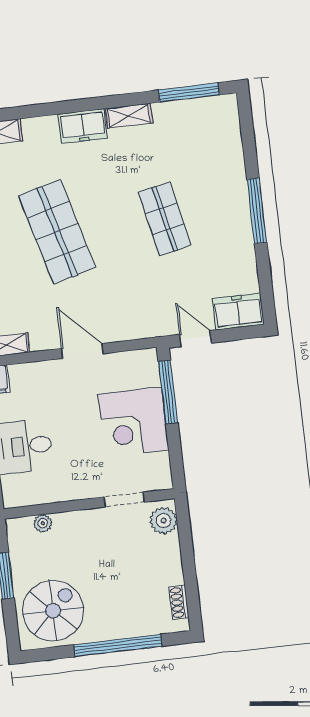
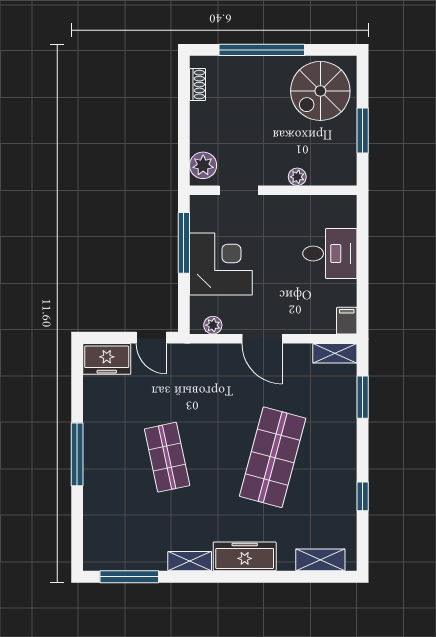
freezer: (83, 126) -> (245, 556), width x1.40
shop shelf: (57, 232) -> (273, 457), turned 30
plant: (134, 359) -> (213, 325), added
window: (168, 392) -> (184, 243), moved
plant: (43, 523) -> (297, 177), moved

